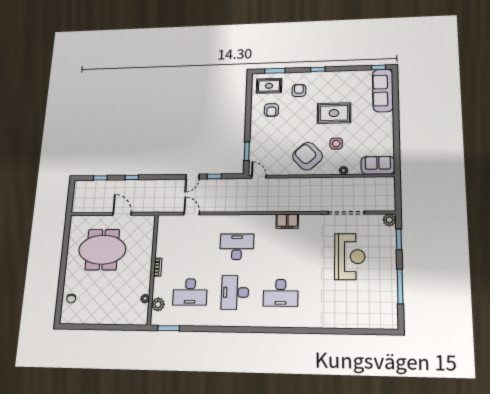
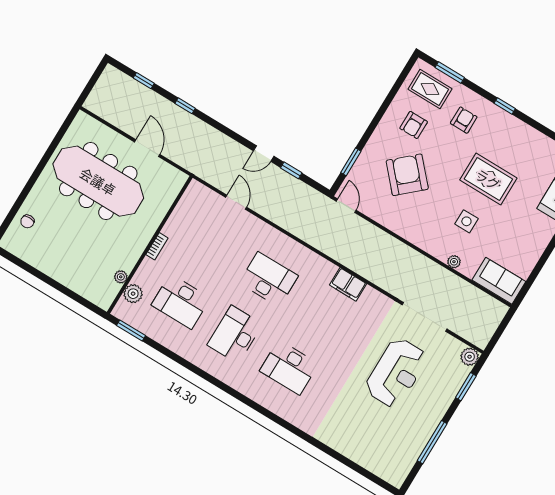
armchair: (307, 156) -> (407, 175), moved
meeting table: (102, 250) -> (98, 181), width x1.36

